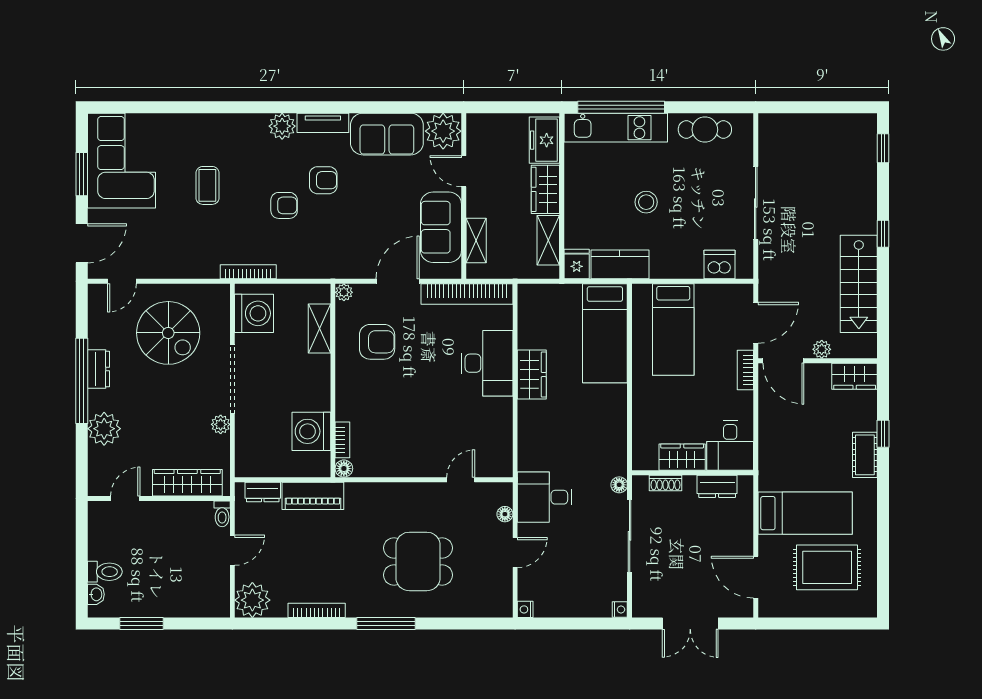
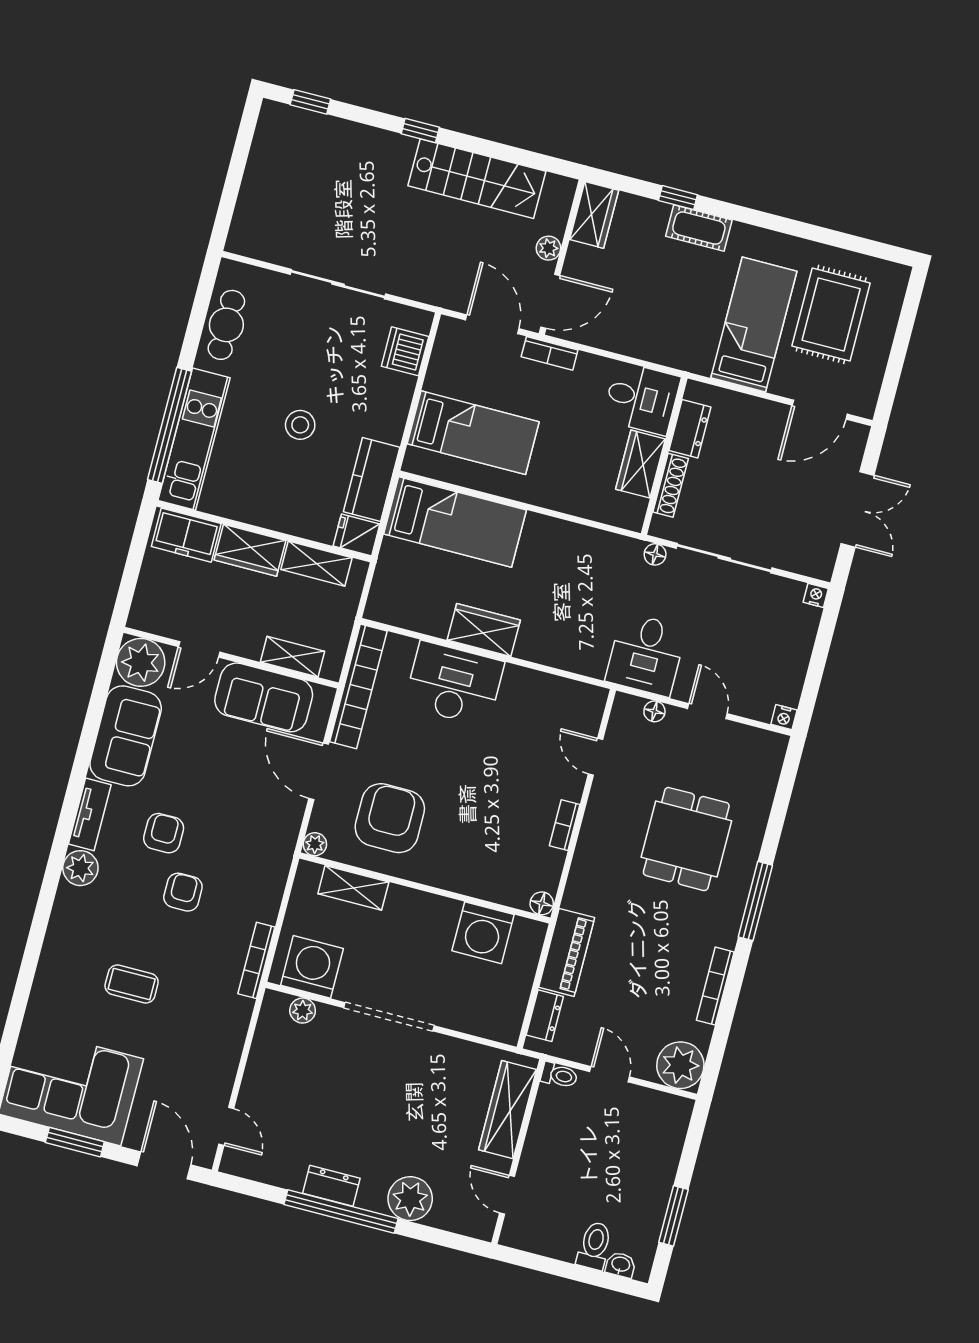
spiral stairs: (168, 333) -> (308, 1084), removed
armchair: (377, 342) -> (390, 818), width x1.36, depth x1.36
plant: (221, 424) -> (303, 1011), moved
bookcase: (342, 440) -> (565, 825), moved, turned -90
shoe rack: (665, 483) -> (671, 485), width x1.43

